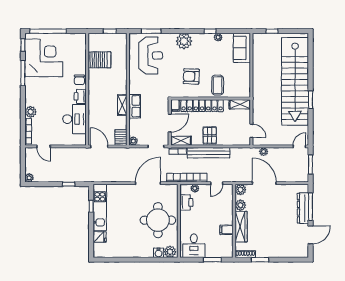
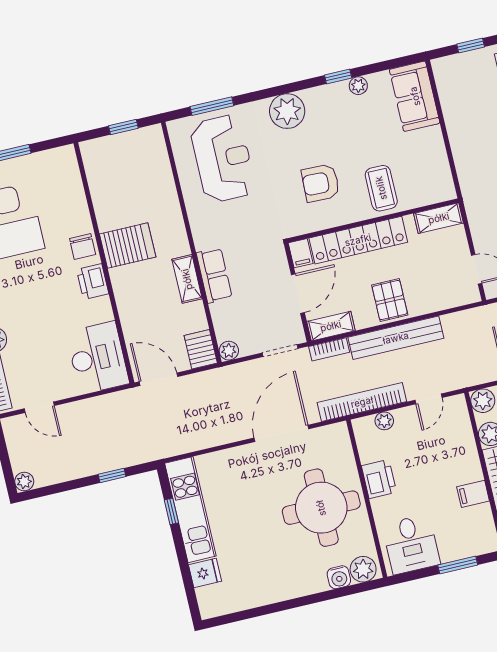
server rack: (99, 60) -> (128, 246), moved
desk: (74, 119) -> (98, 358), moved
printer: (186, 202) -> (379, 479), moved

